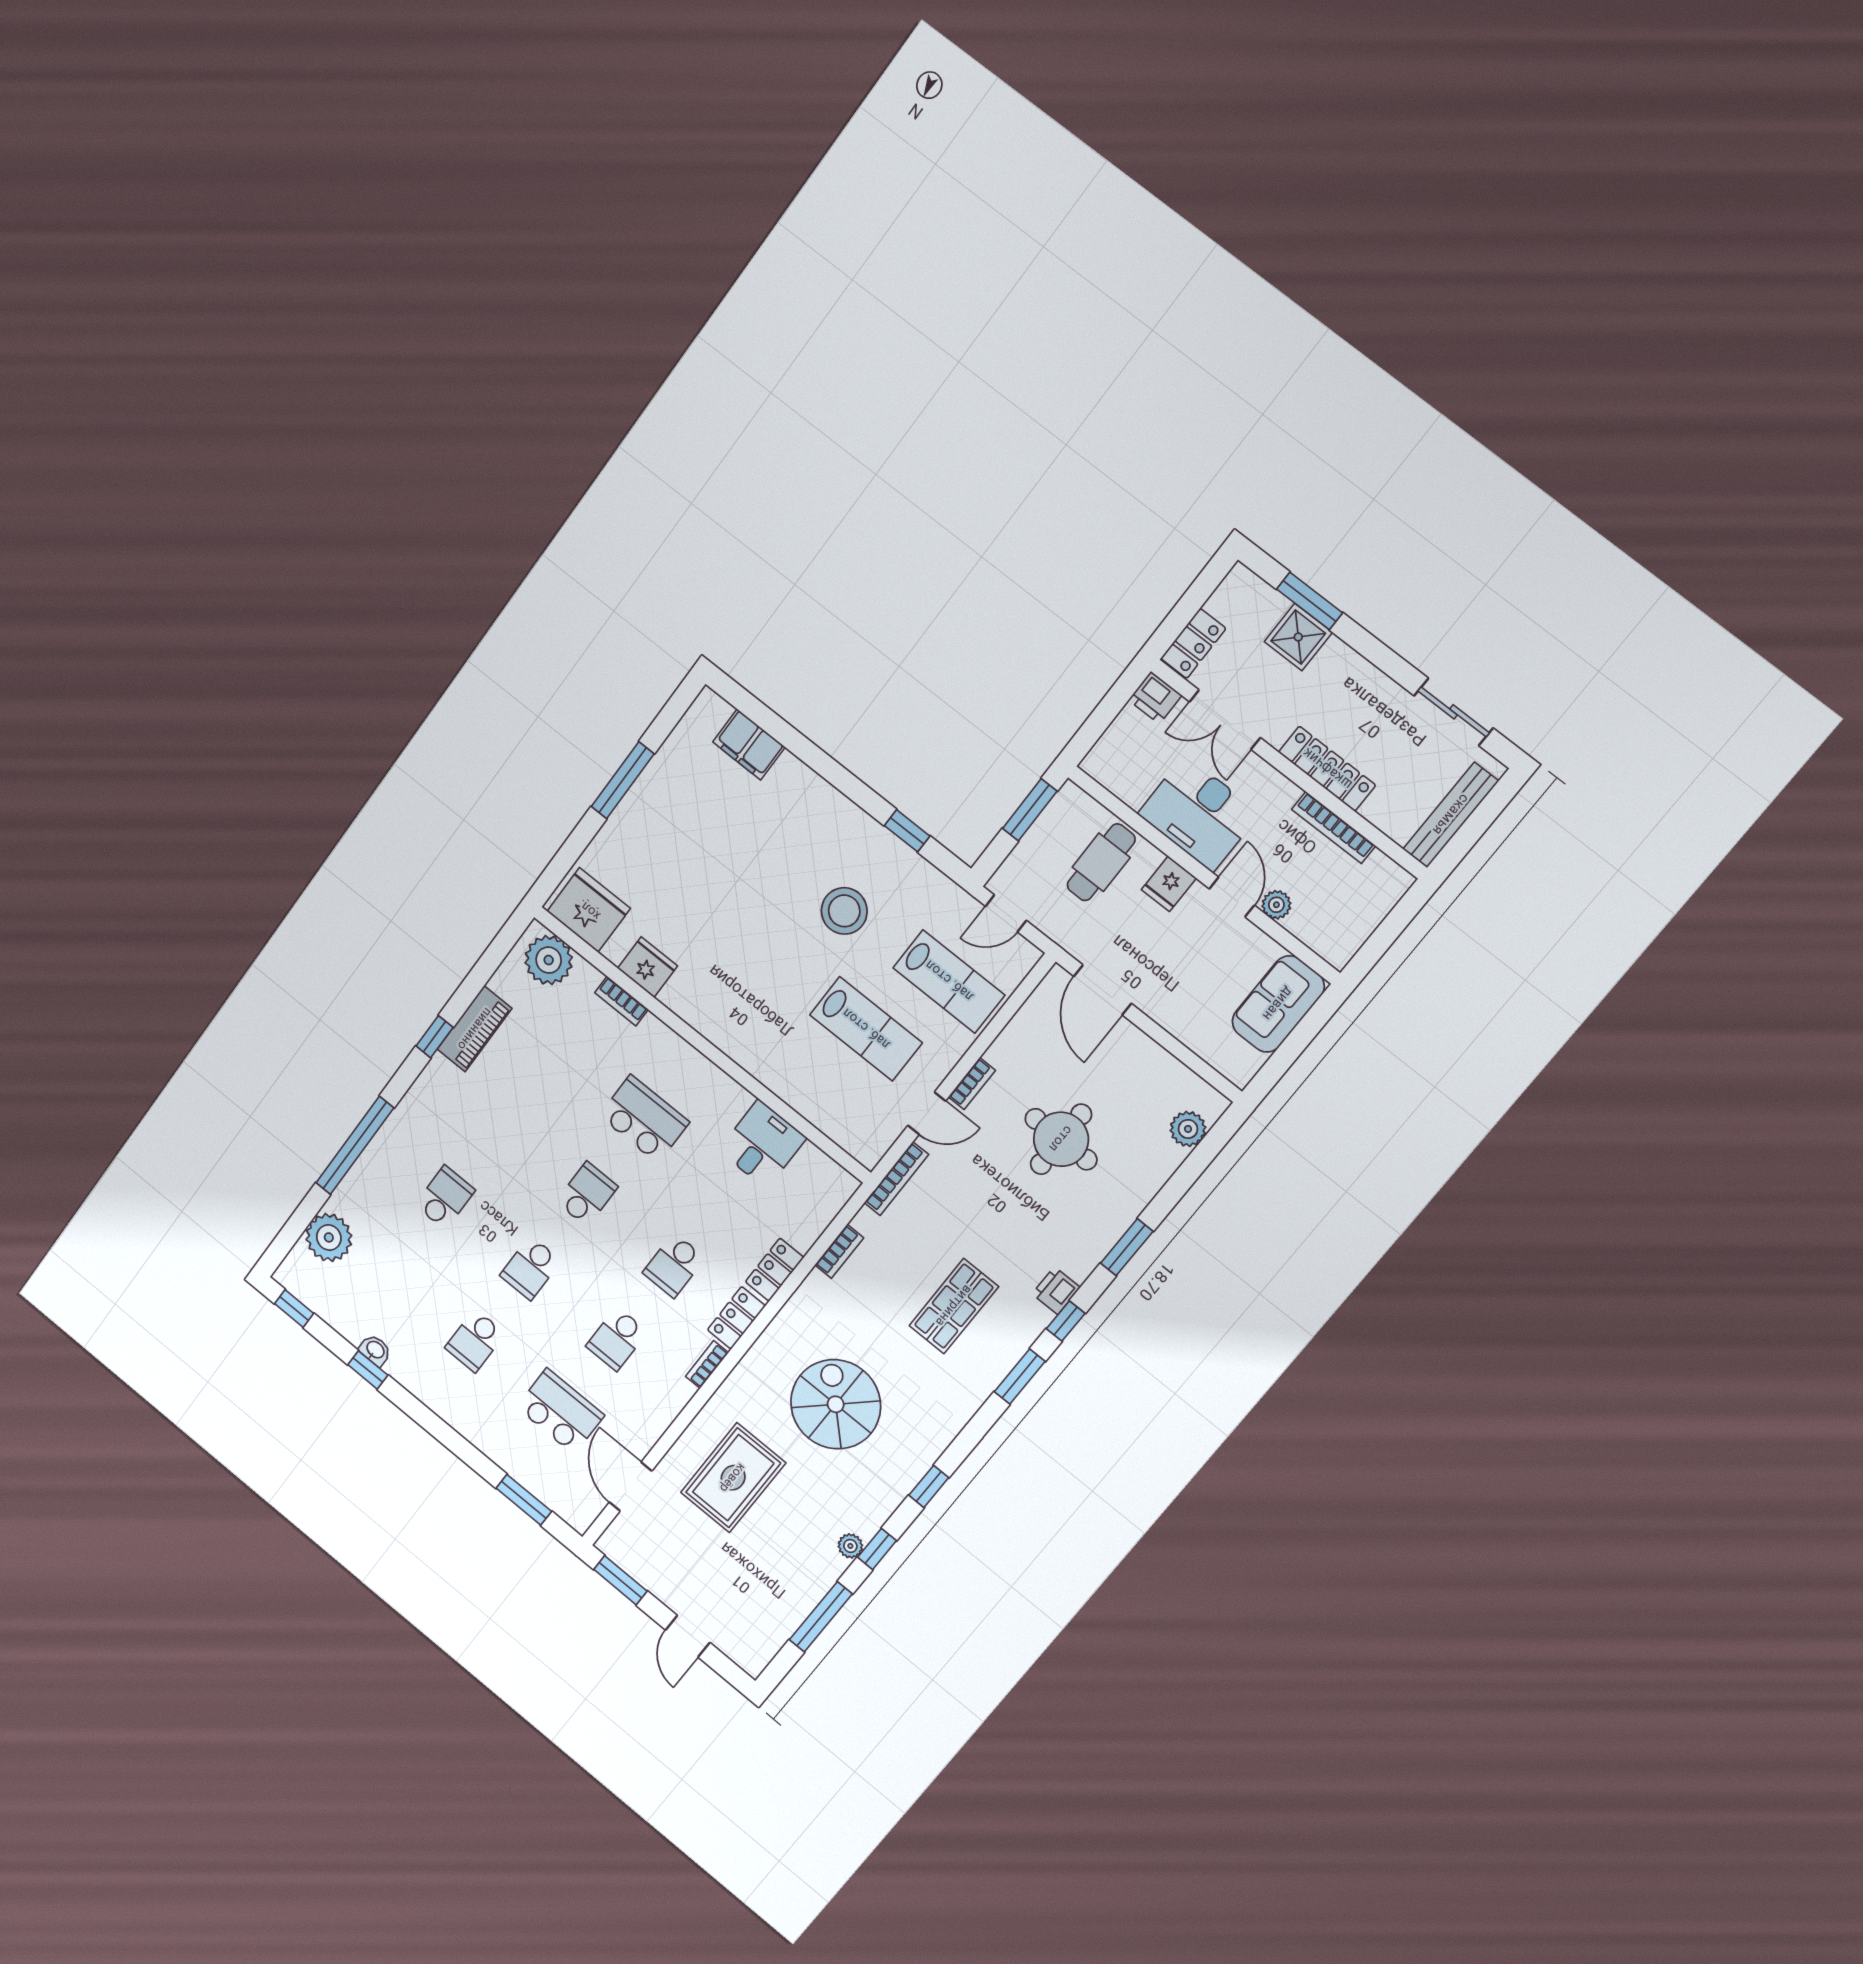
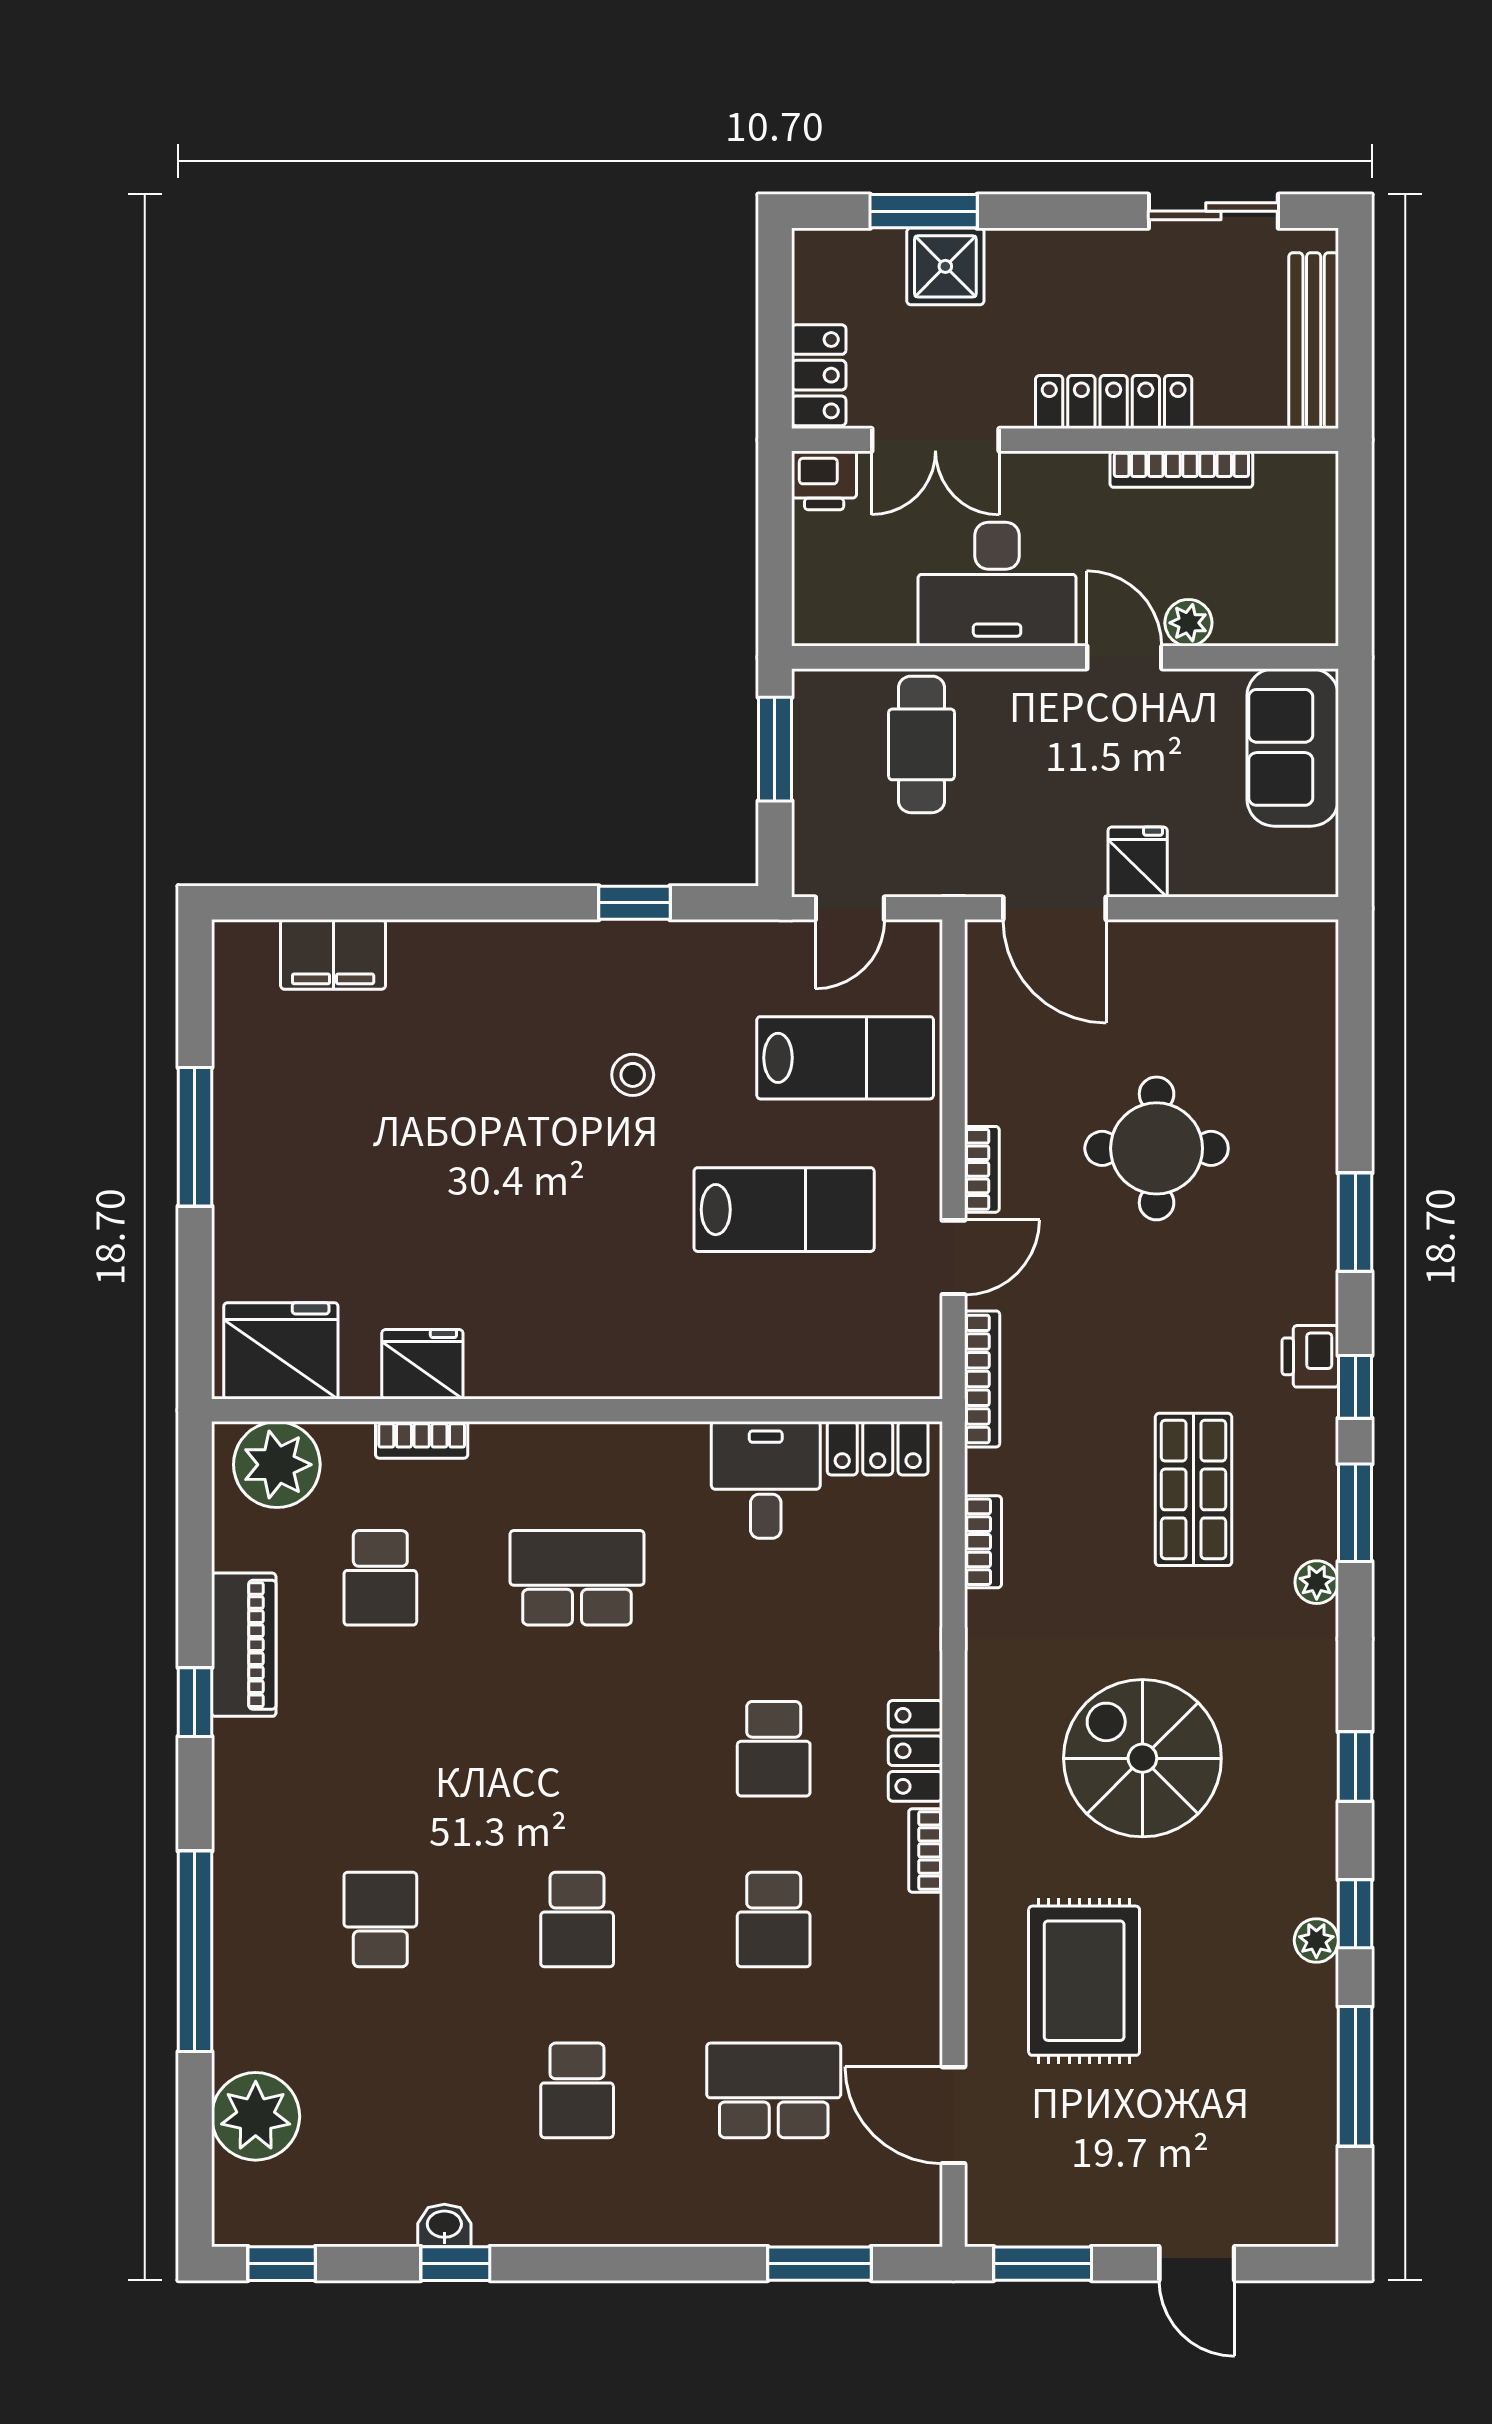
fridge: (1169, 884) -> (1138, 862), moved, turned 180
stool: (844, 911) -> (633, 1075), width x0.53, depth x0.53
plant: (1188, 1129) -> (1317, 1582), moved, width x0.73, depth x0.73
school desk: (587, 1194) -> (380, 1578), moved, turned 180
locker: (775, 1270) -> (878, 1448), moved, turned -90

